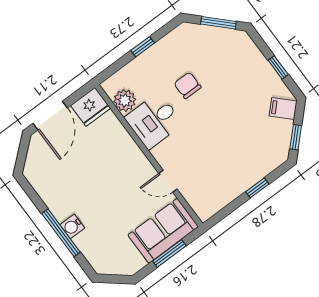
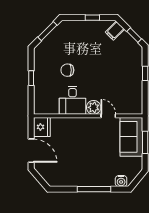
plant: (125, 100) -> (94, 107), moved
door: (168, 181) -> (108, 116), swing flipped
water cooler: (72, 226) -> (121, 181), moved

